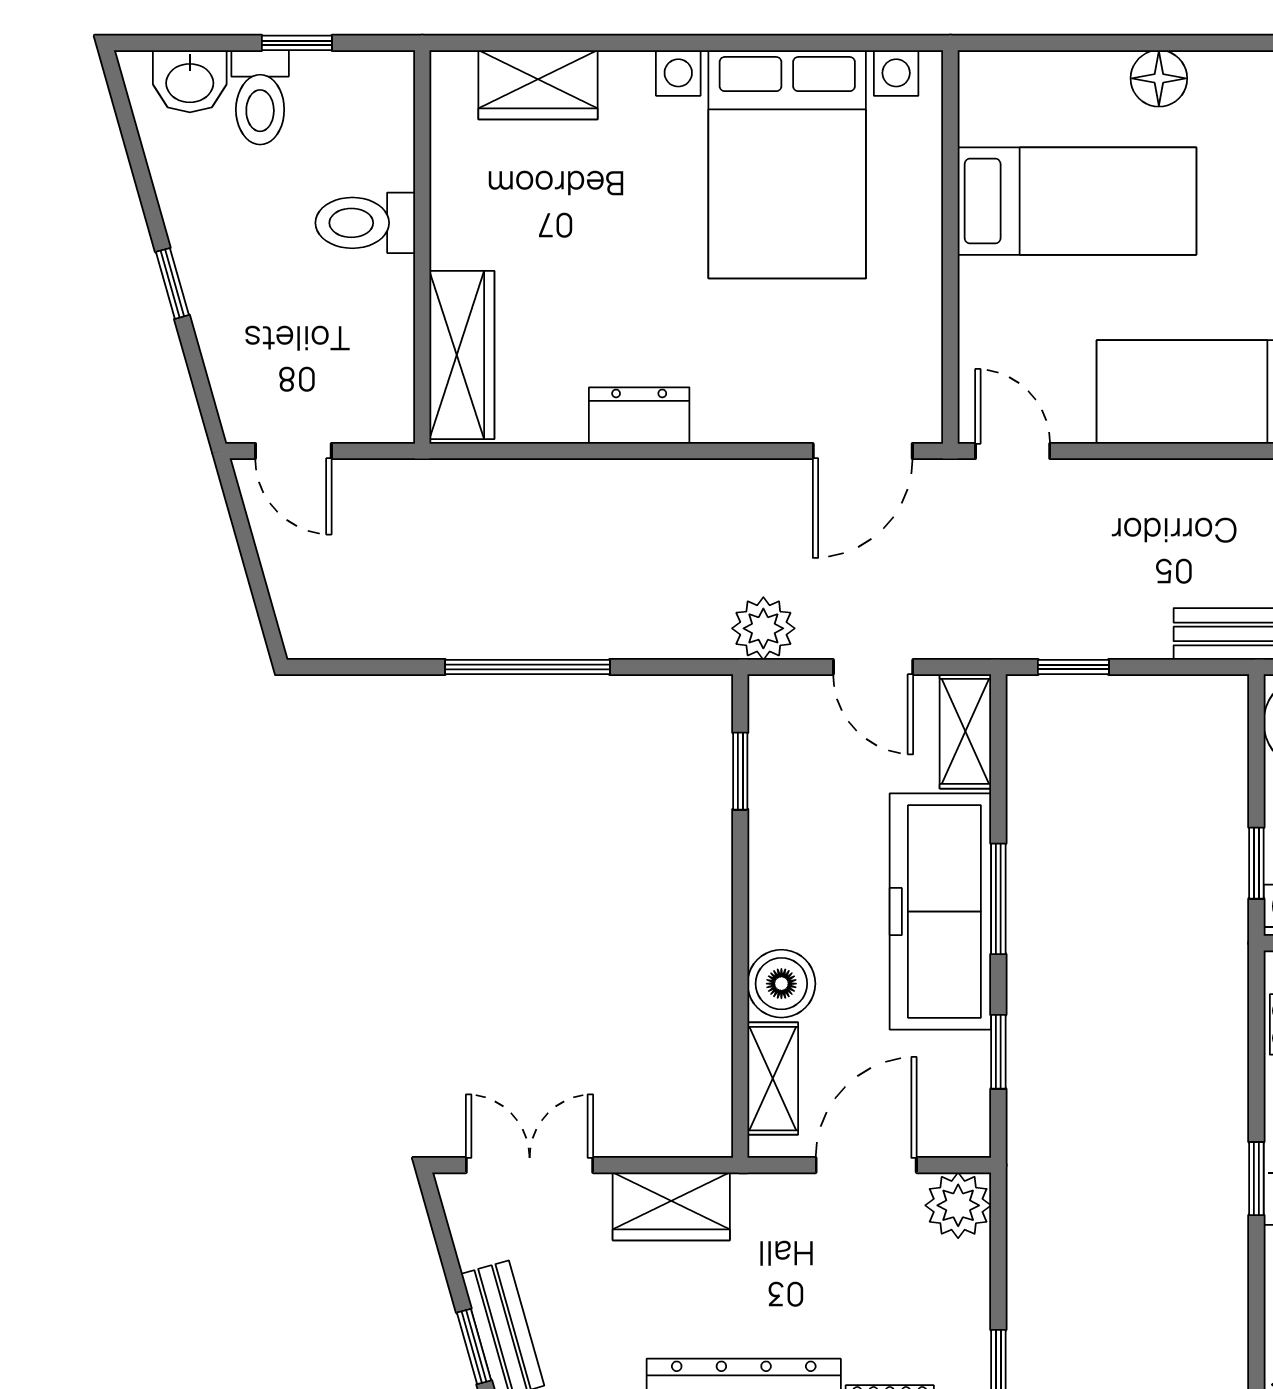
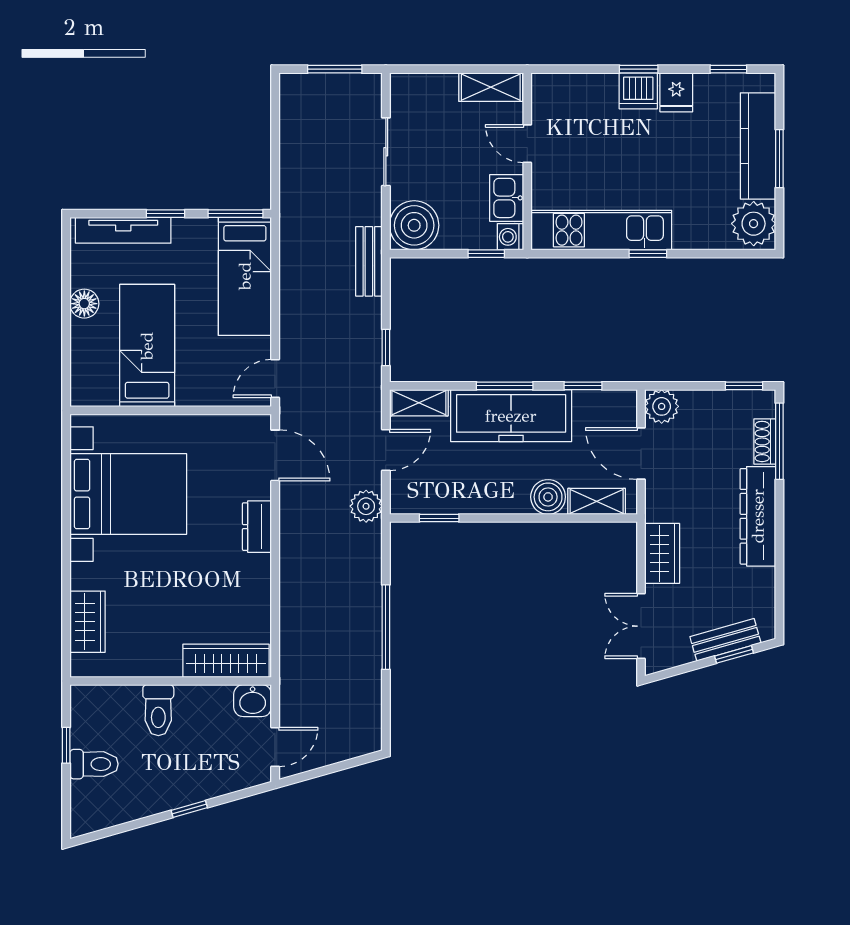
washbasin: (190, 81) -> (253, 701), moved, turned 90
dresser: (639, 416) -> (257, 527), moved

